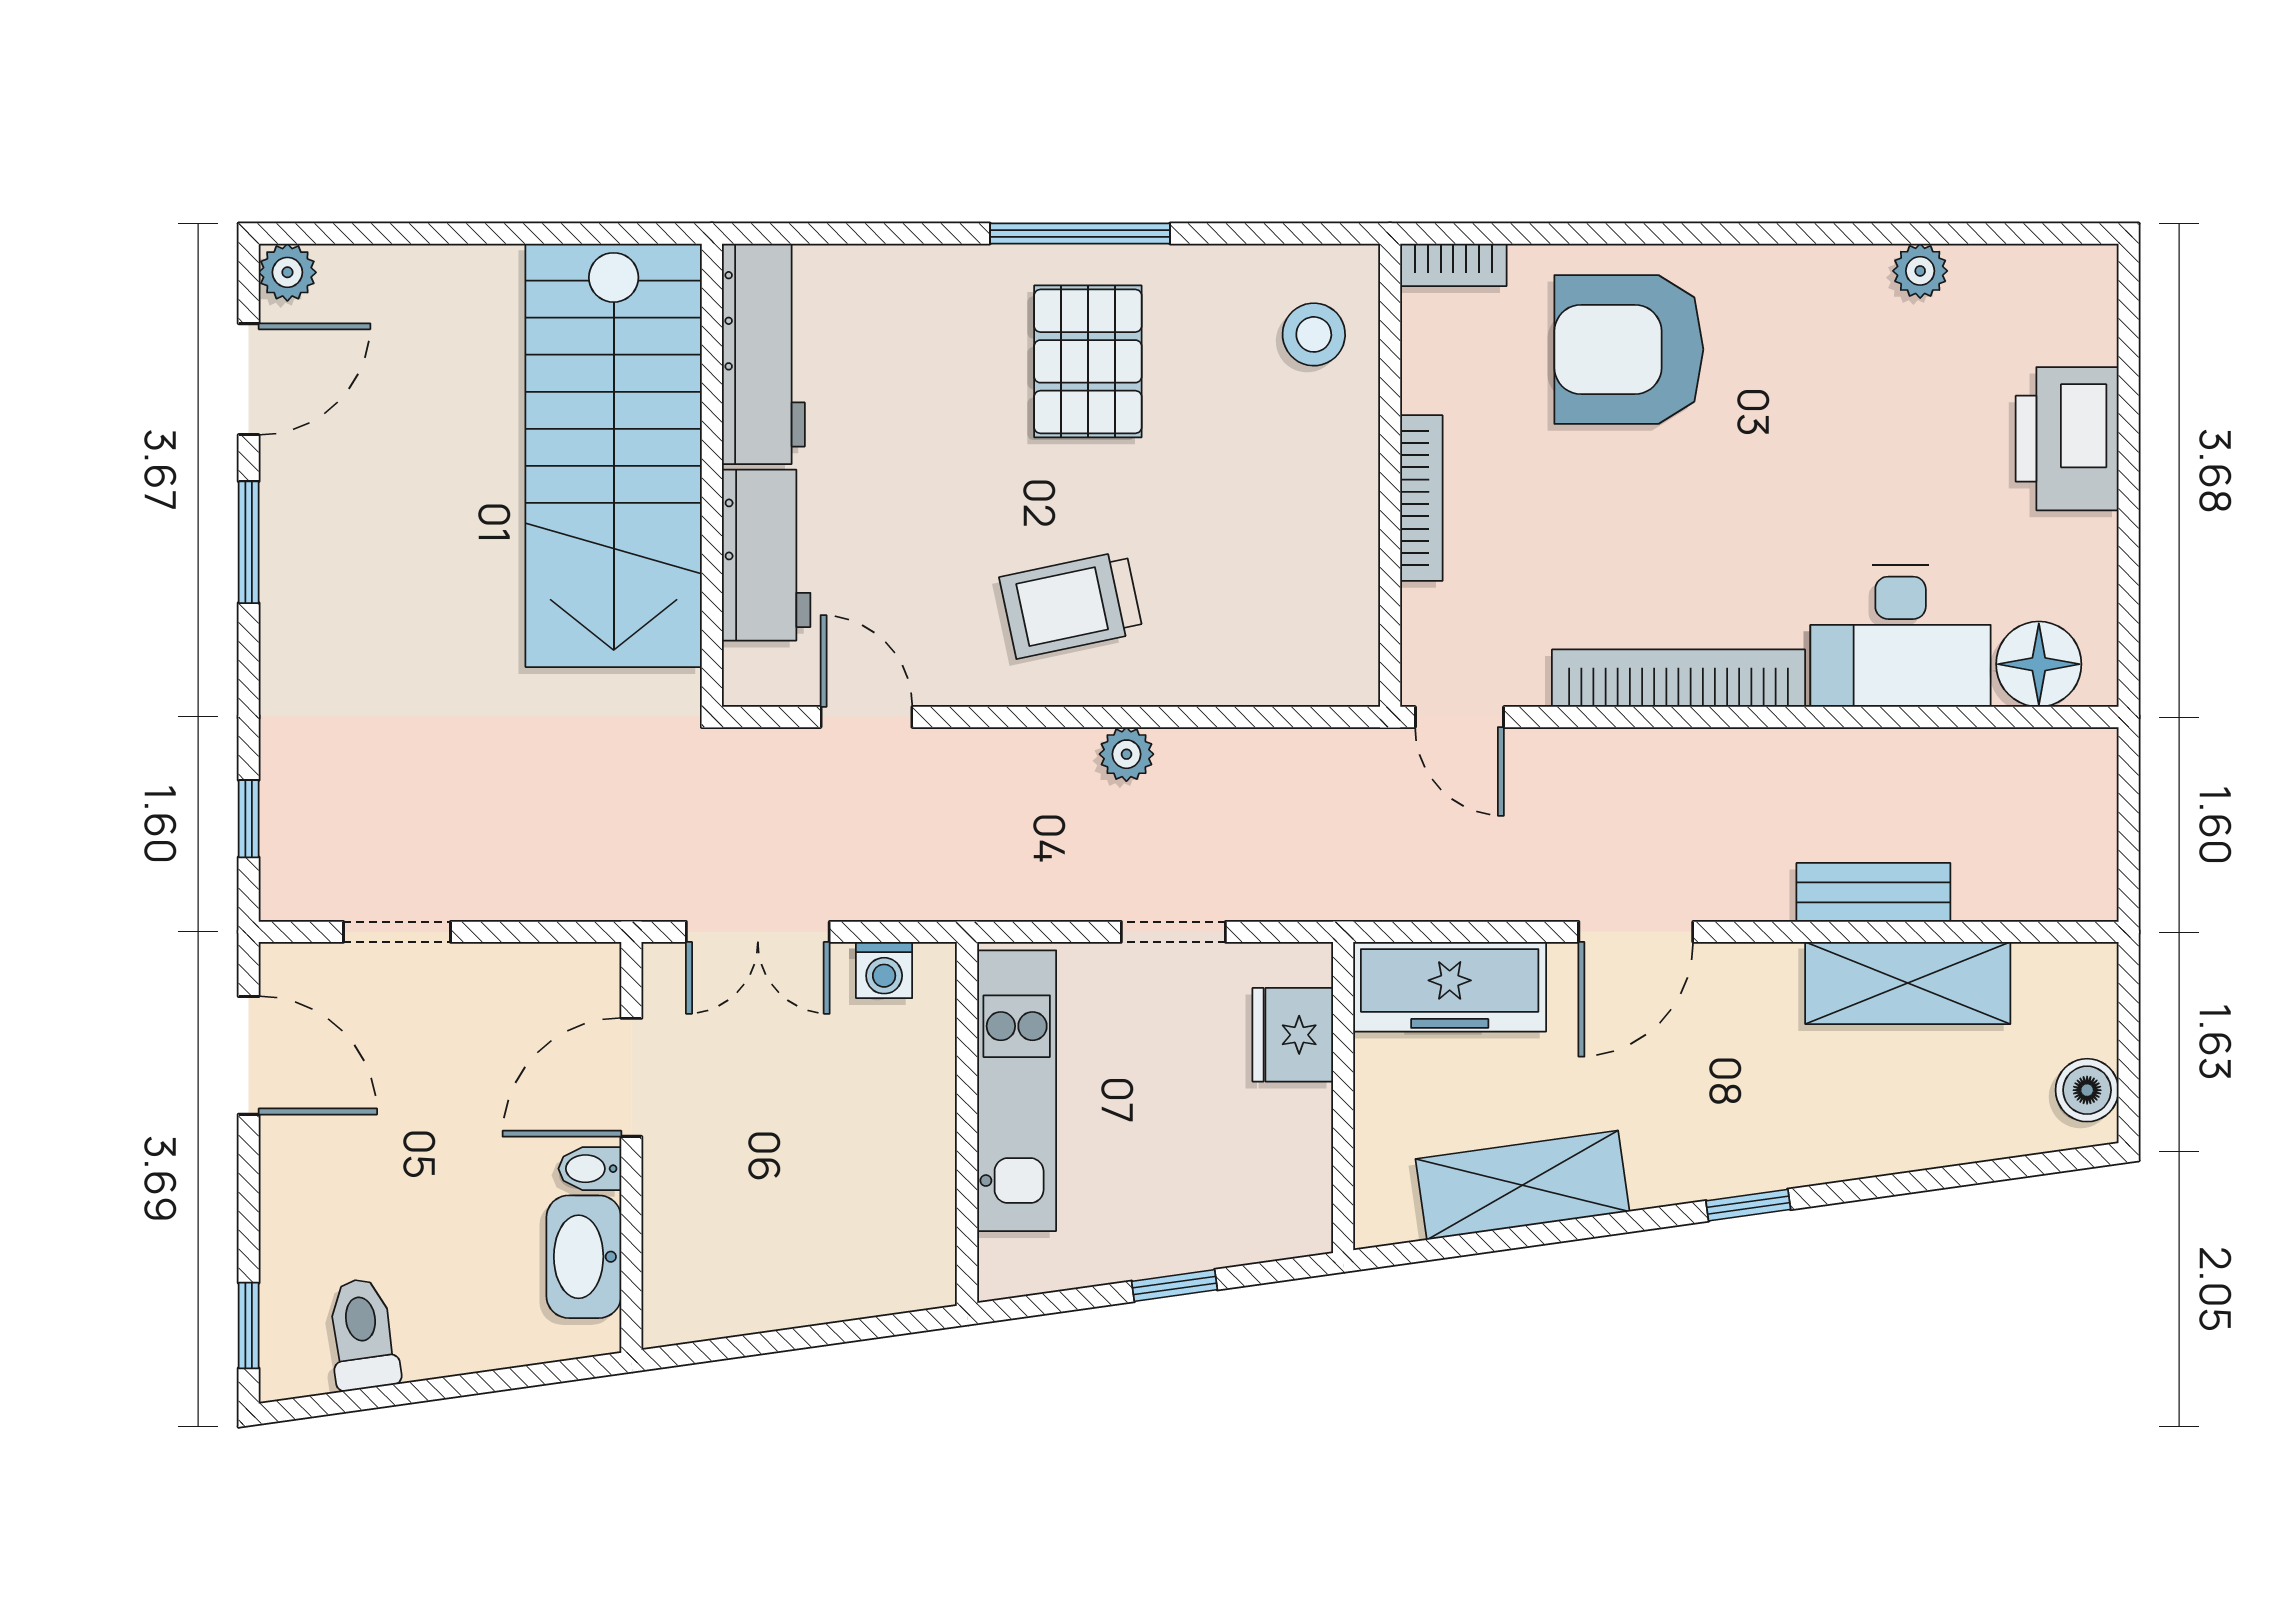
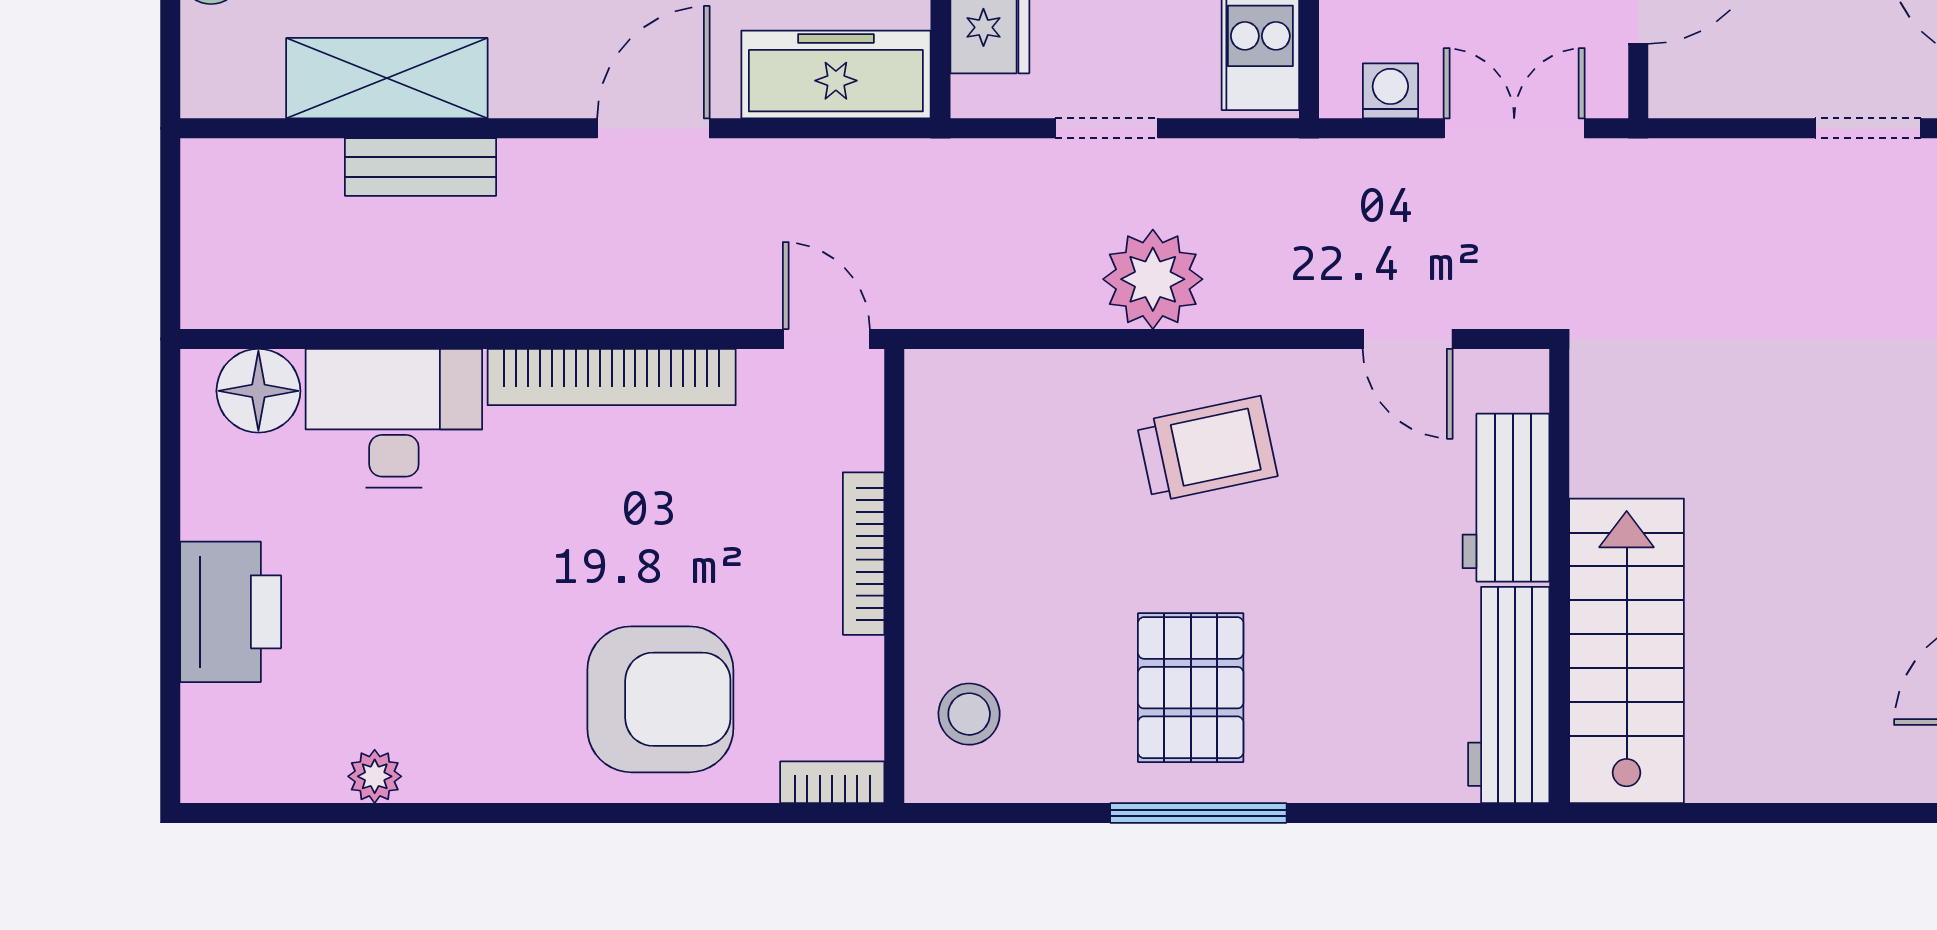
stairs: (614, 455) -> (1627, 651), width x0.73, depth x0.66
plant: (1126, 754) -> (1153, 279), width x1.88, depth x1.88

